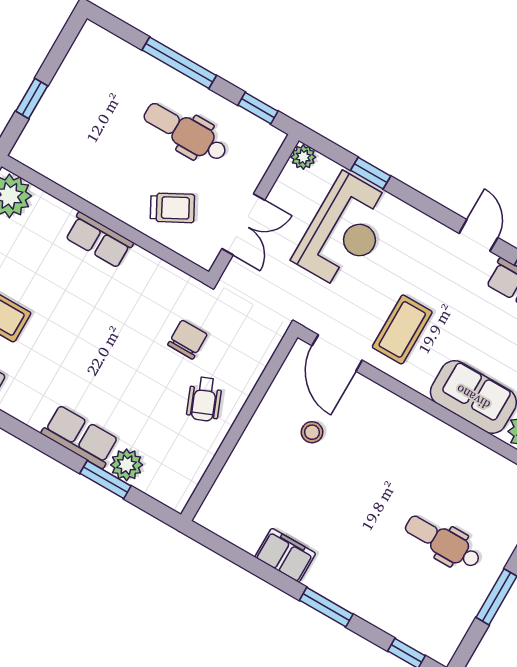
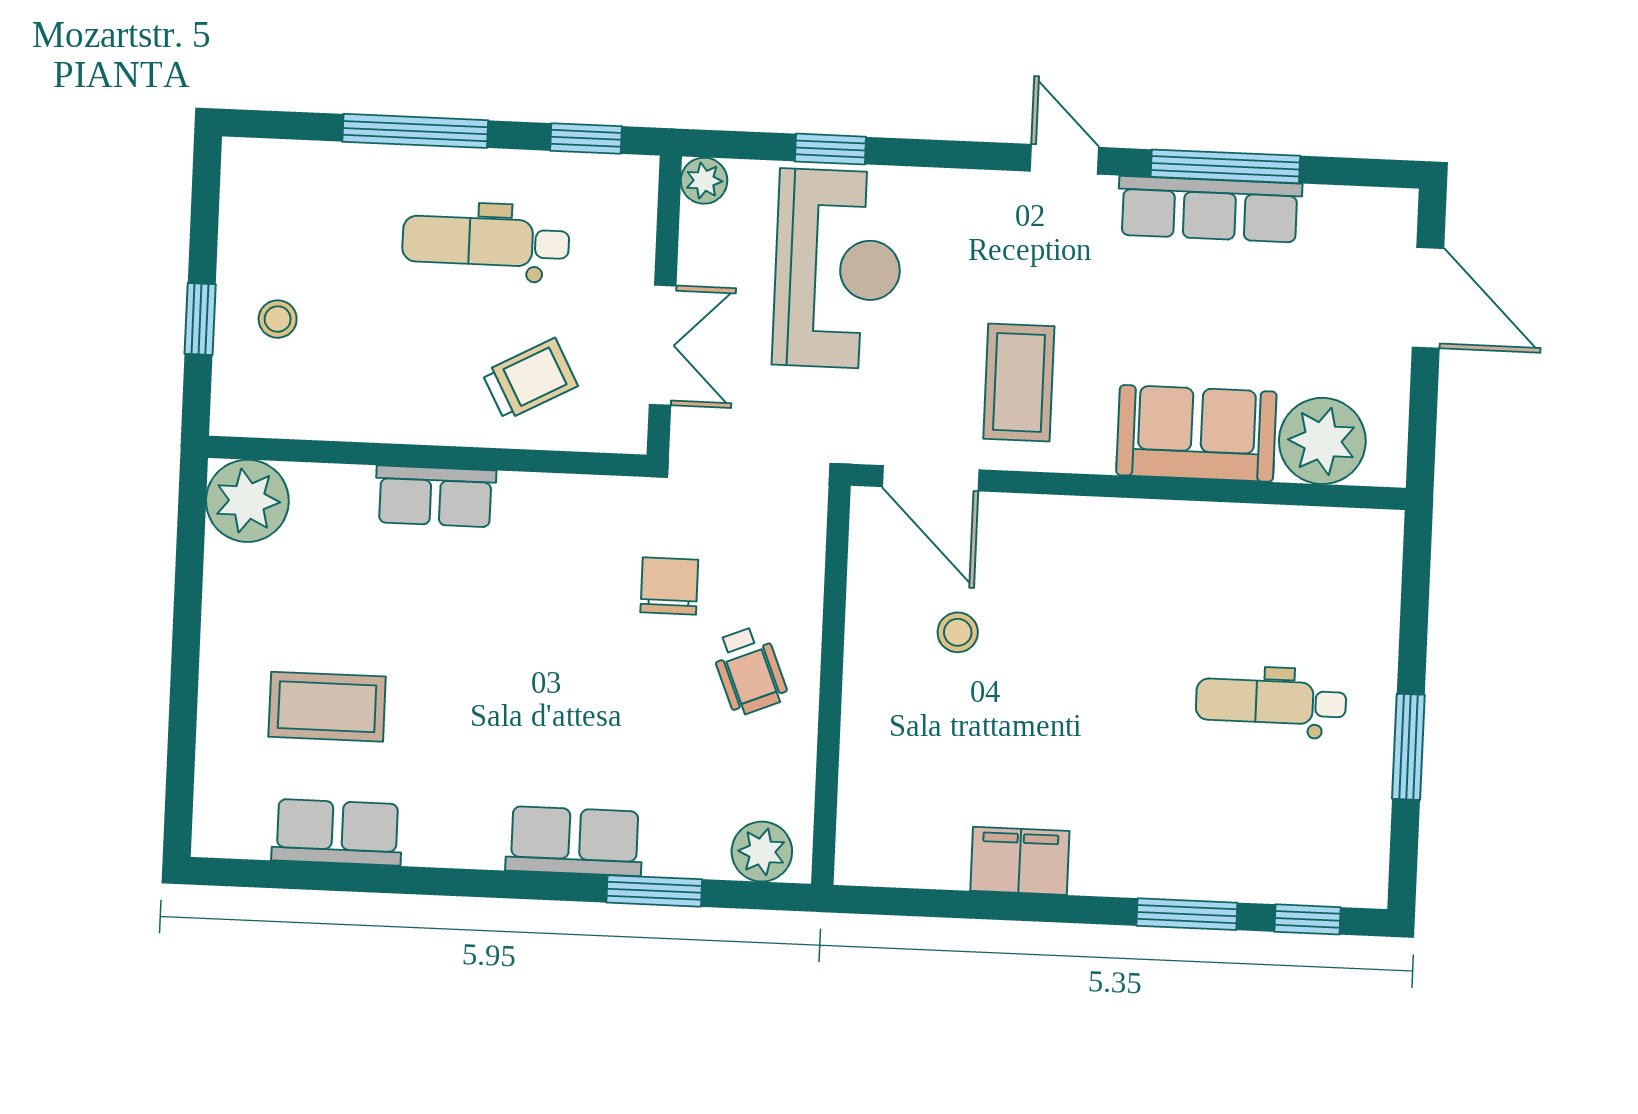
stool: (68, 118) -> (278, 319), added
plant: (127, 465) -> (762, 852), moved
window: (326, 607) -> (1187, 914), moved

